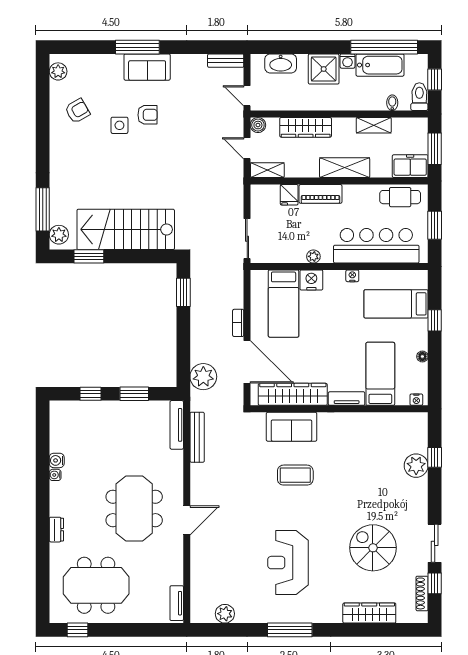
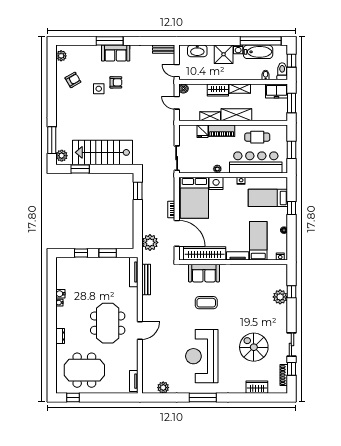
shelving: (374, 125) -> (240, 89), moved
wardrobe: (306, 127) -> (218, 90), width x0.67
freezer: (410, 166) -> (277, 91), moved, turned 180
shelving: (267, 170) -> (210, 116), moved
cafe table: (400, 197) -> (257, 137), moved
bed: (284, 304) -> (194, 198), width x1.50
reception desk: (288, 563) -> (202, 356), width x1.36, depth x1.30
wardrobe: (369, 613) -> (257, 387), width x0.67

